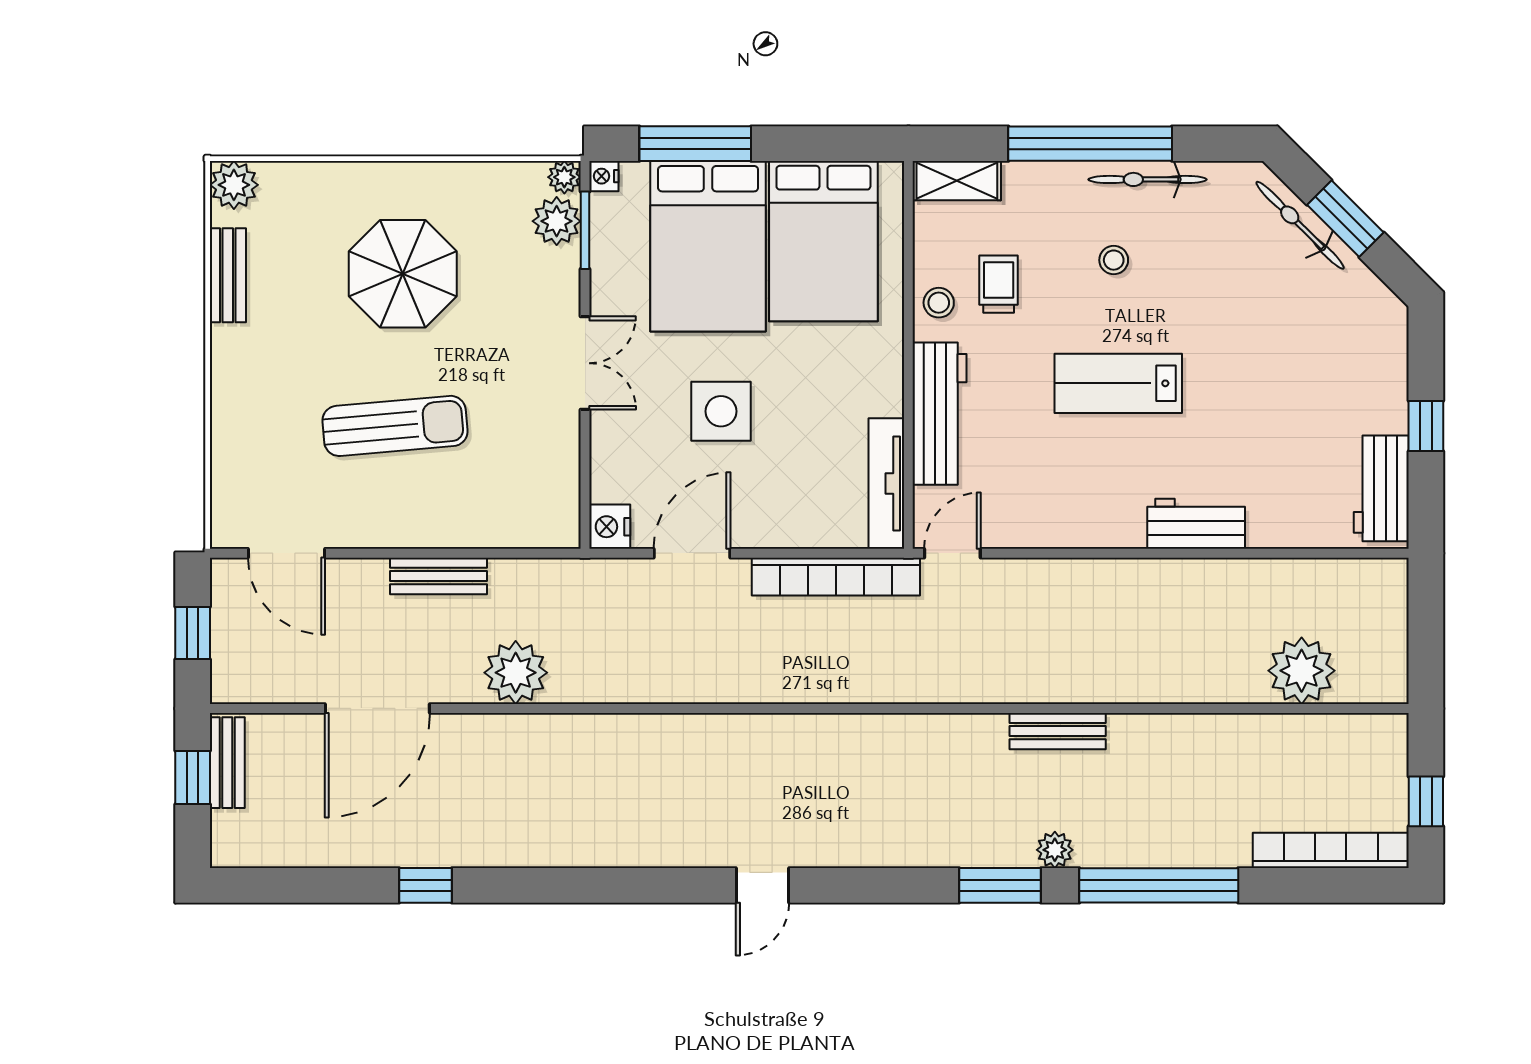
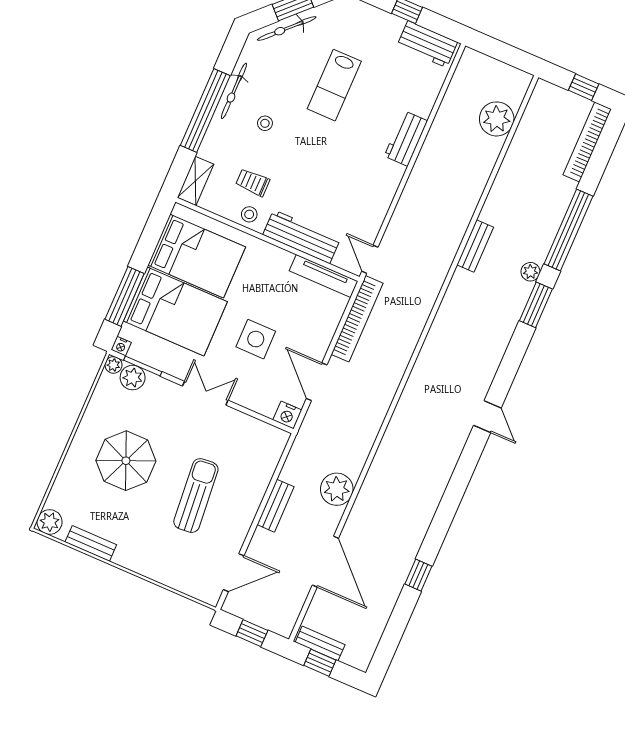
lab bench: (1118, 383) -> (334, 85), moved

